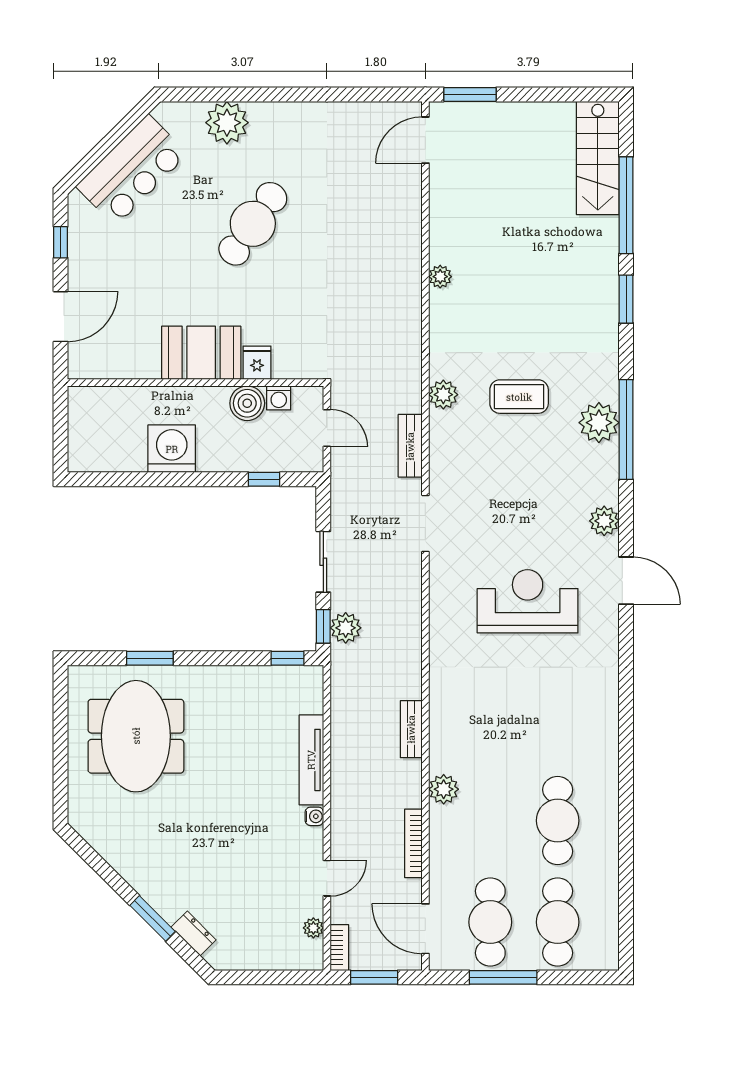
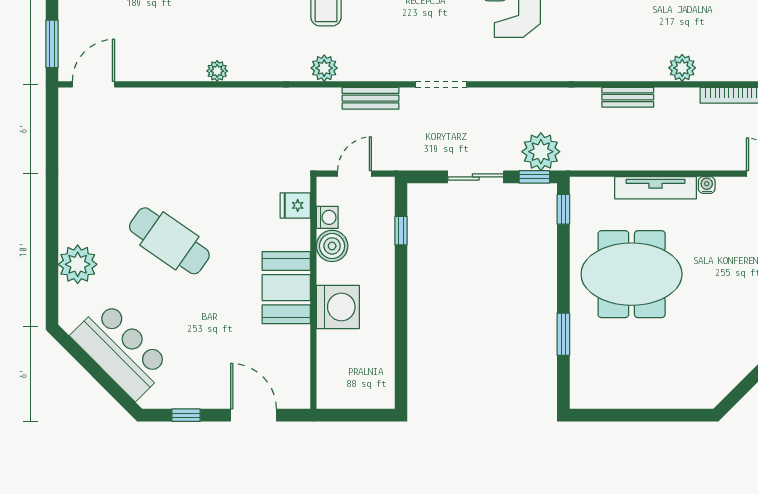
door: (425, 140) -> (93, 84), swing flipped
fridge: (257, 363) -> (295, 205), moved
washing machine: (172, 449) -> (338, 307), moved, turned 180
plant: (346, 628) -> (541, 152), width x1.36, depth x1.36
meeting table: (136, 736) -> (632, 274), moved

